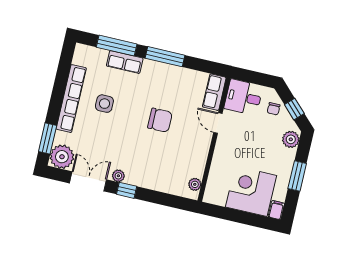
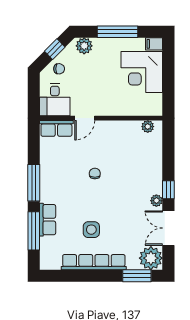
chair: (160, 120) -> (95, 174), width x0.54, depth x0.54
window: (297, 176) -> (117, 32), width x1.44

